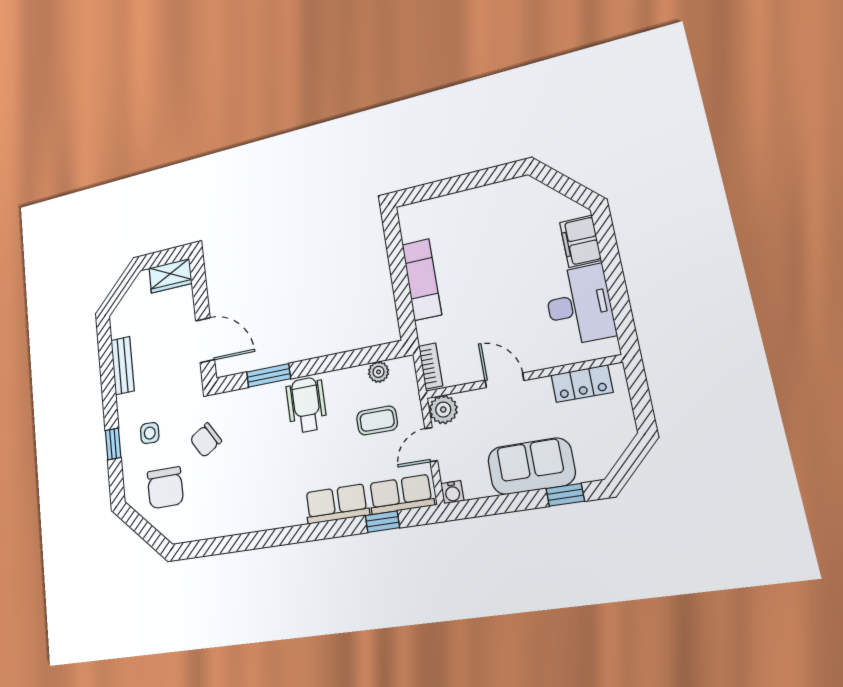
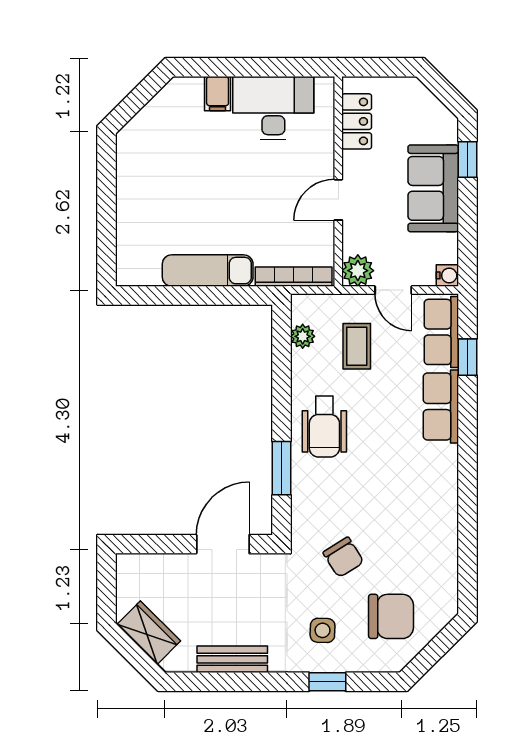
filing cabinet: (580, 241) -> (218, 94), width x0.50
wardrobe: (170, 276) -> (149, 633), moved, turned -45
bookcase: (431, 366) -> (294, 277), width x1.56
wheelchair: (306, 405) -> (324, 427), turned -90

